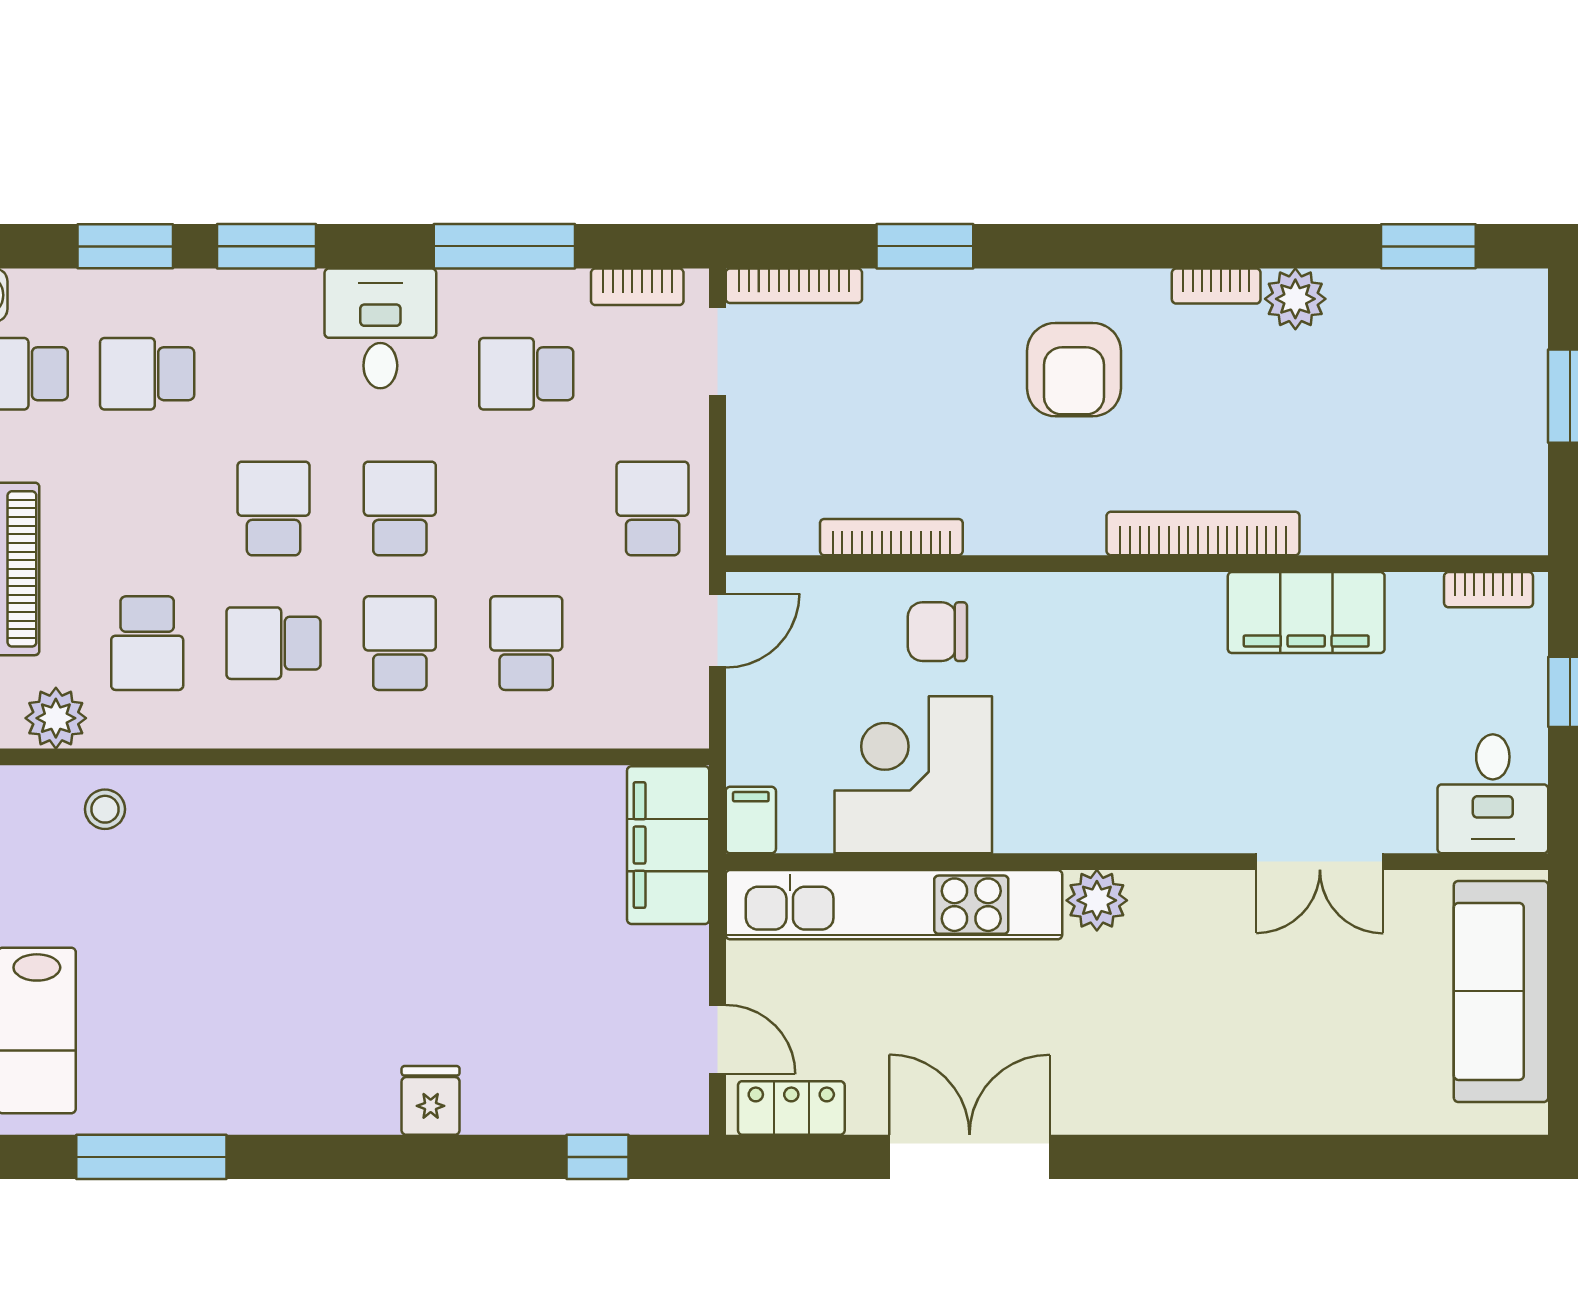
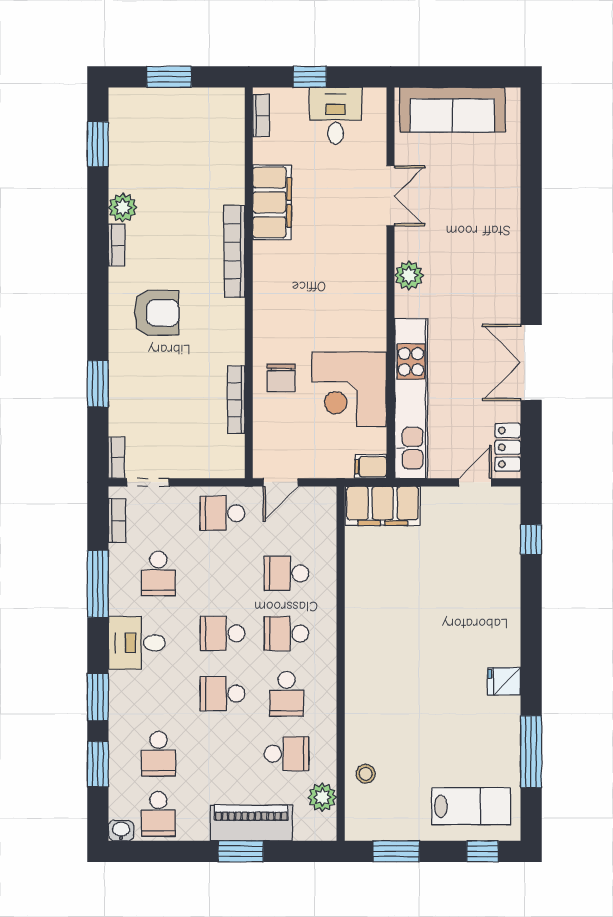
bookcase: (794, 286) -> (117, 458), width x0.64
door: (717, 631) -> (281, 482), swing flipped
desk: (1493, 794) -> (336, 116), moved, turned -90
plant: (1097, 900) -> (409, 275), moved
fridge: (431, 1100) -> (504, 681), moved

